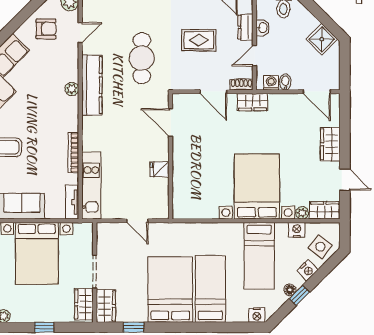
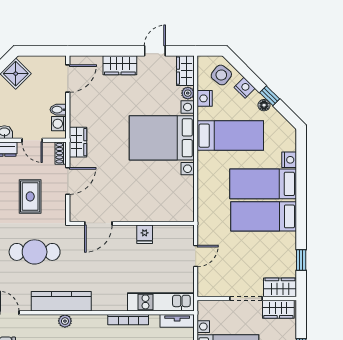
rug: (199, 40) -> (30, 196), moved
bed: (170, 289) -> (264, 216), width x0.67
nightstand: (257, 315) -> (289, 160), moved

